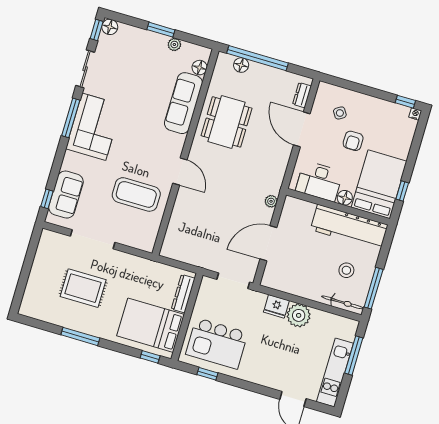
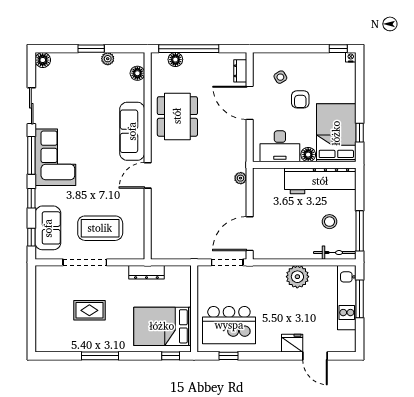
window: (97, 30) -> (31, 198), moved
sofa: (183, 103) -> (132, 131), moved
door: (180, 171) -> (148, 175), swing flipped
coffee table: (136, 194) -> (100, 228), moved
door: (268, 243) -> (250, 234), moved
rug: (83, 288) -> (89, 310), width x0.73, depth x0.70
dresser: (183, 294) -> (146, 272), moved, turned -90
fridge: (276, 306) -> (292, 343), moved, turned 180
kitchen unit: (335, 373) -> (347, 298), moved

